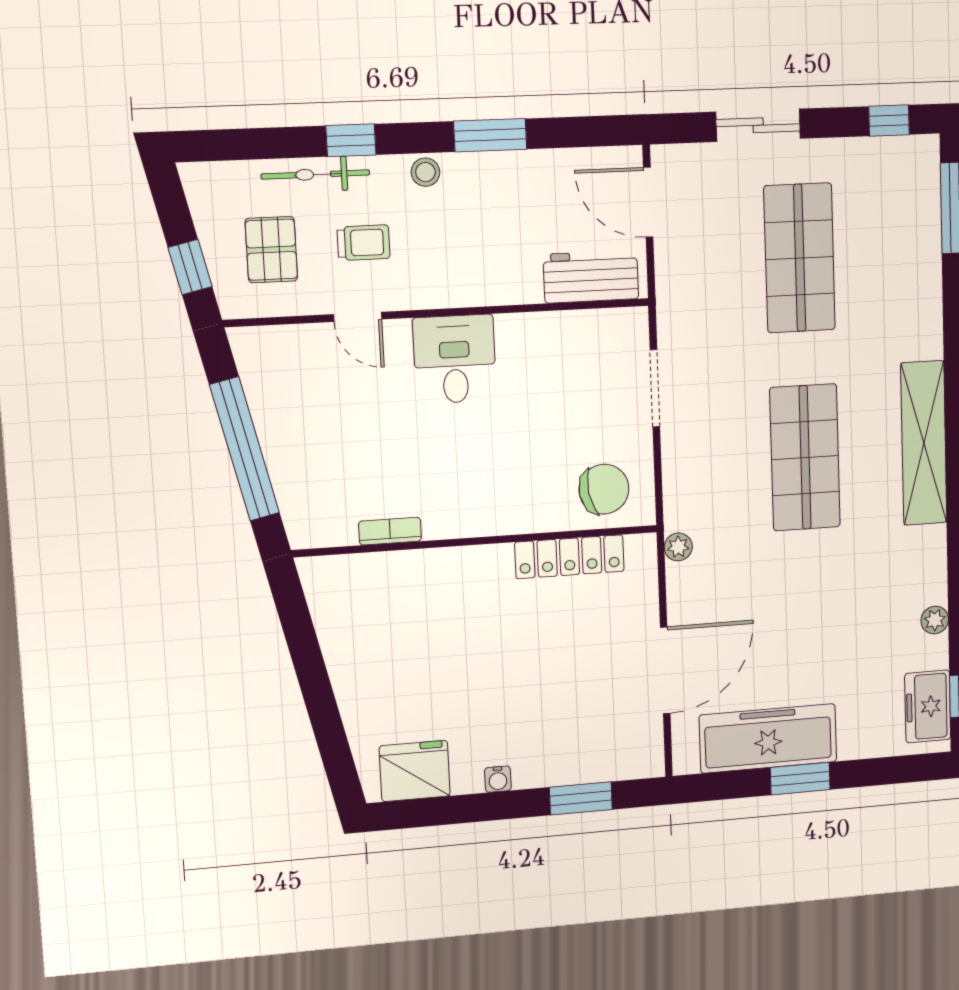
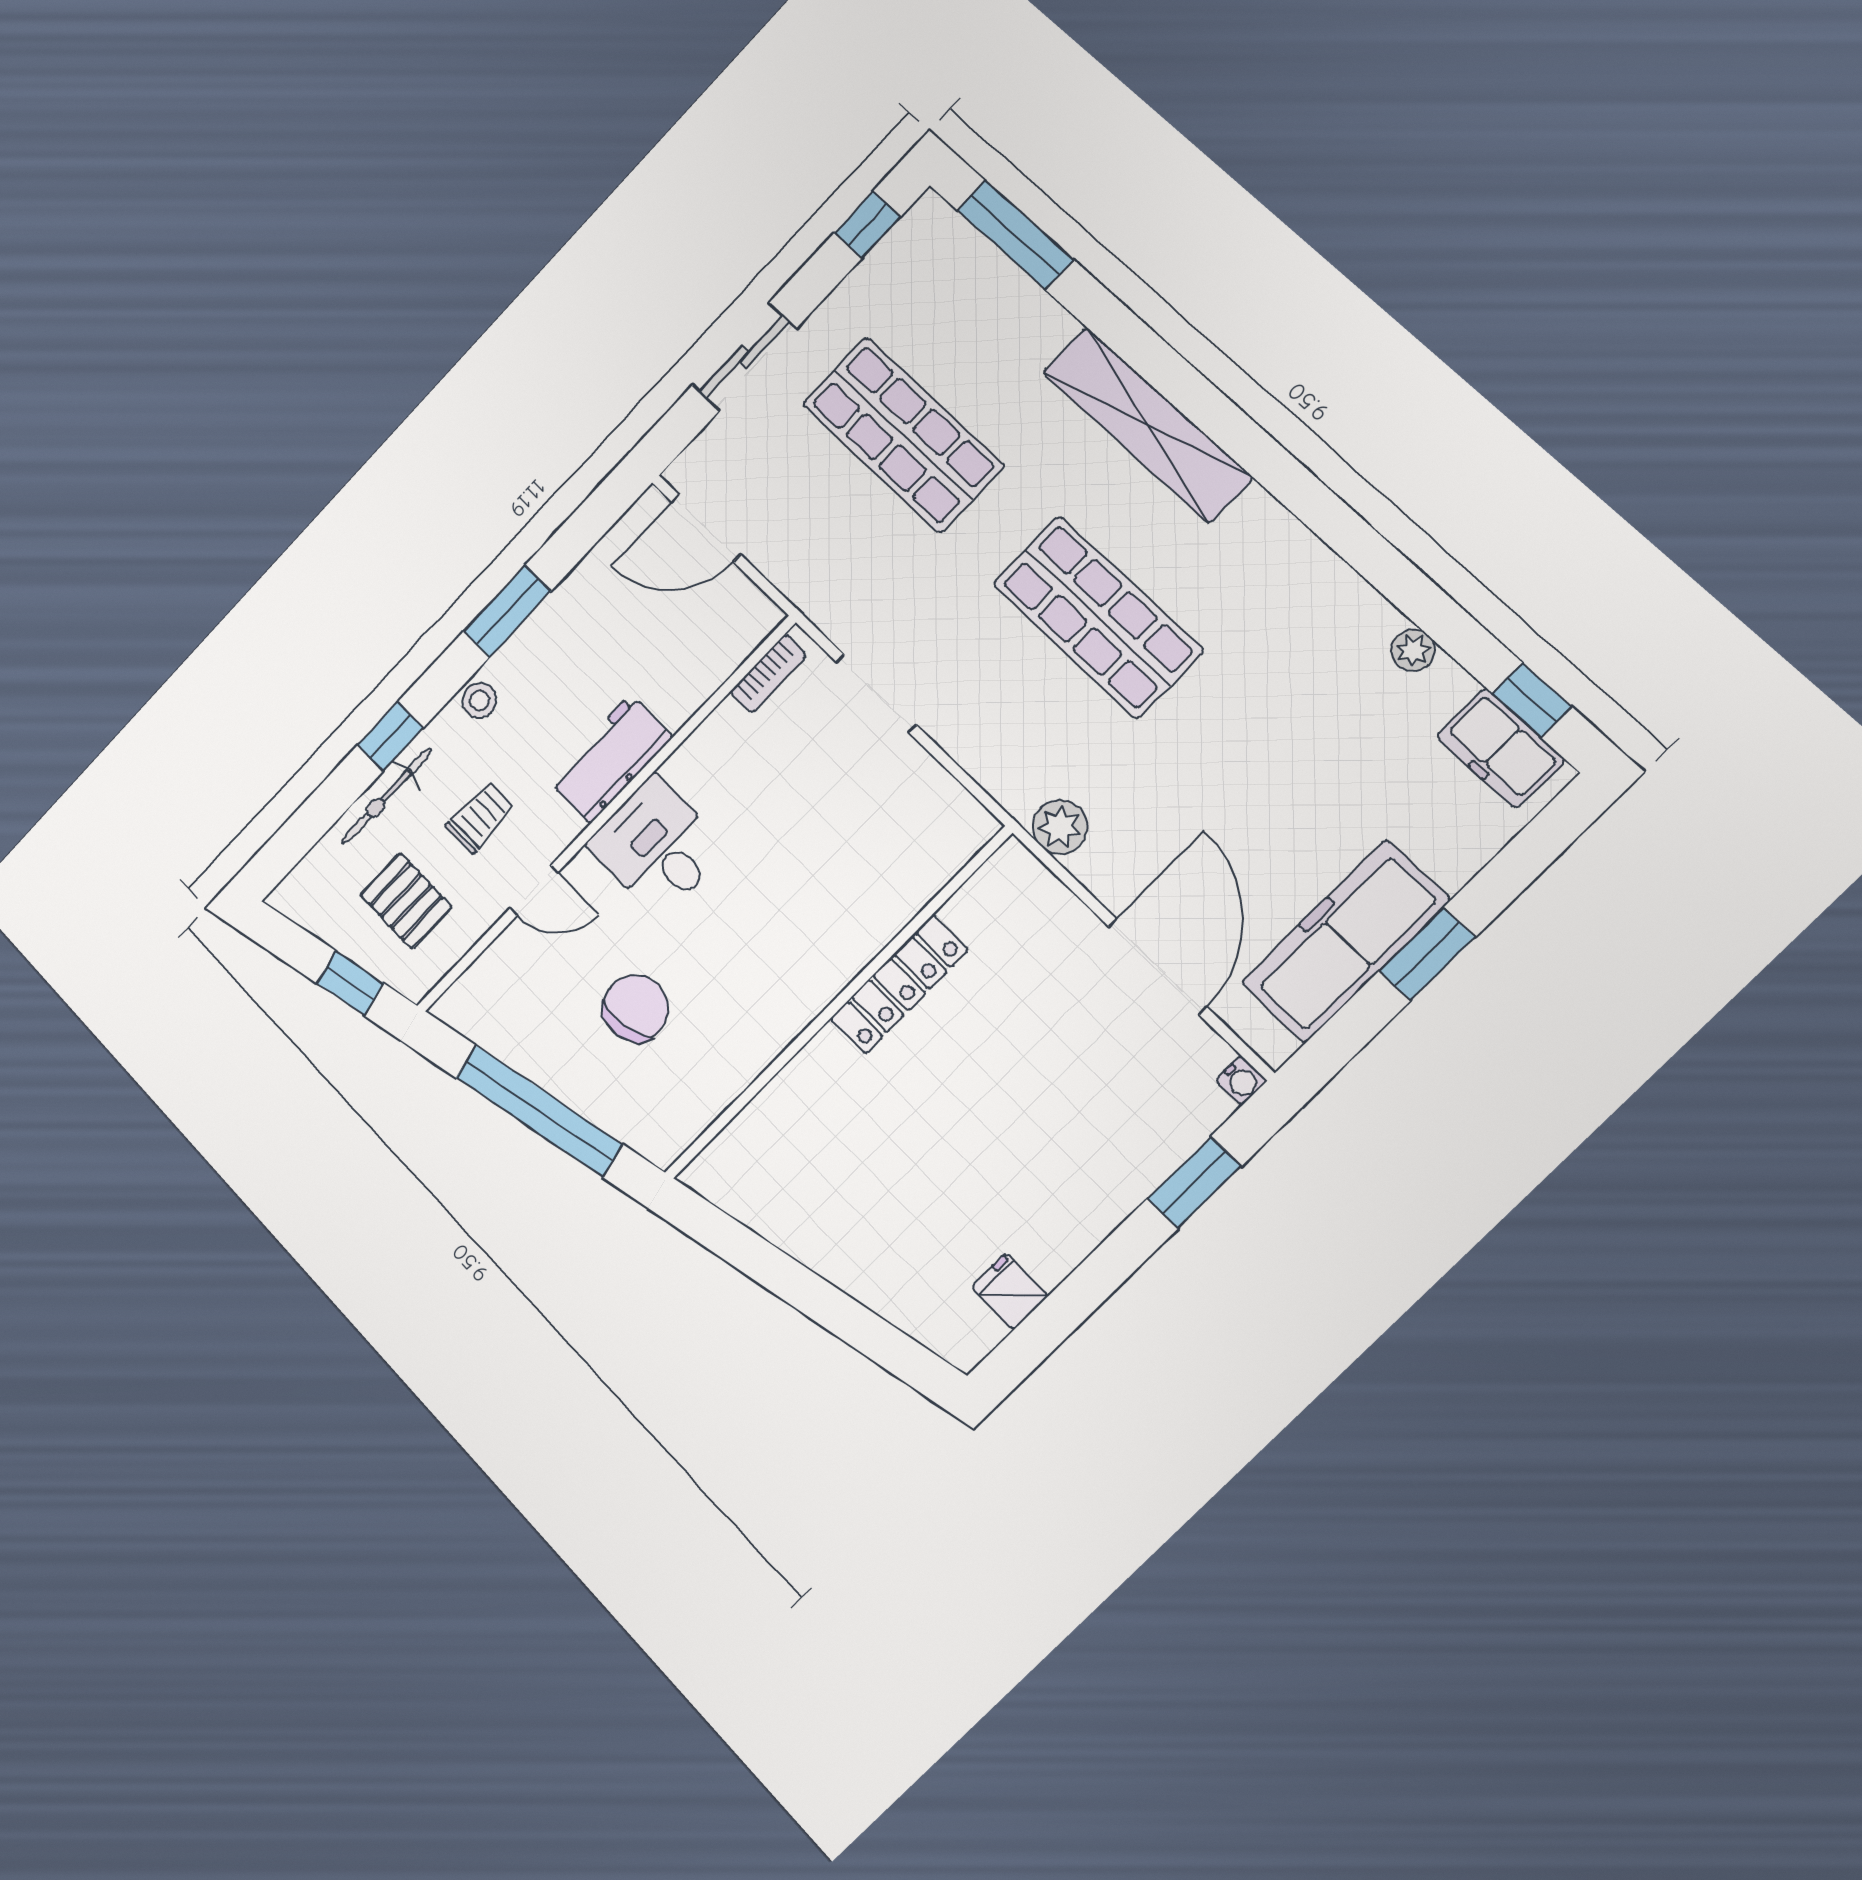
workbench: (591, 277) -> (610, 759), moved
shelving: (924, 443) -> (1147, 425), moved
chair: (604, 489) -> (635, 1008), moved
bookcase: (390, 531) -> (768, 674), moved, turned 180
plant: (678, 547) -> (1060, 827), width x1.38, depth x1.38
locker: (569, 557) -> (899, 984), moved
fridge: (415, 771) -> (1010, 1291), width x0.53, depth x0.75
water cooler: (498, 779) -> (1241, 1080), moved

